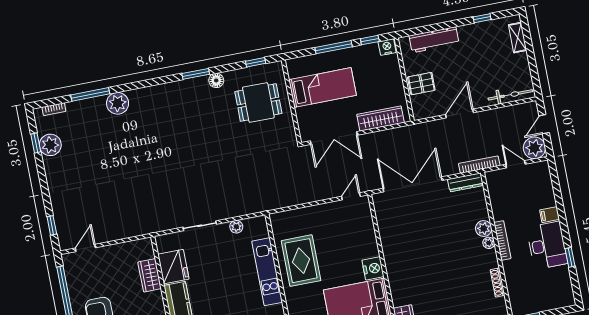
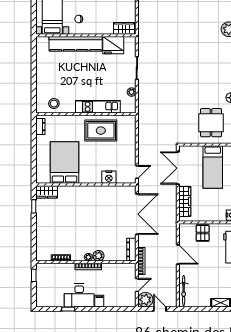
door: (351, 196) -> (137, 172), hinge flipped
nightstand: (373, 268) -> (109, 177), moved
wardrobe: (150, 275) -> (124, 28), moved

